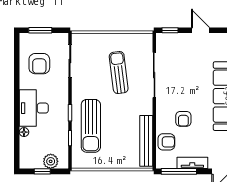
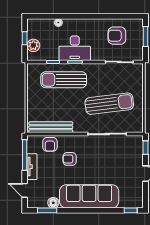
sun lounger: (119, 72) -> (109, 104), width x1.36, depth x1.34
desk: (34, 108) -> (75, 48), moved, turned 180

